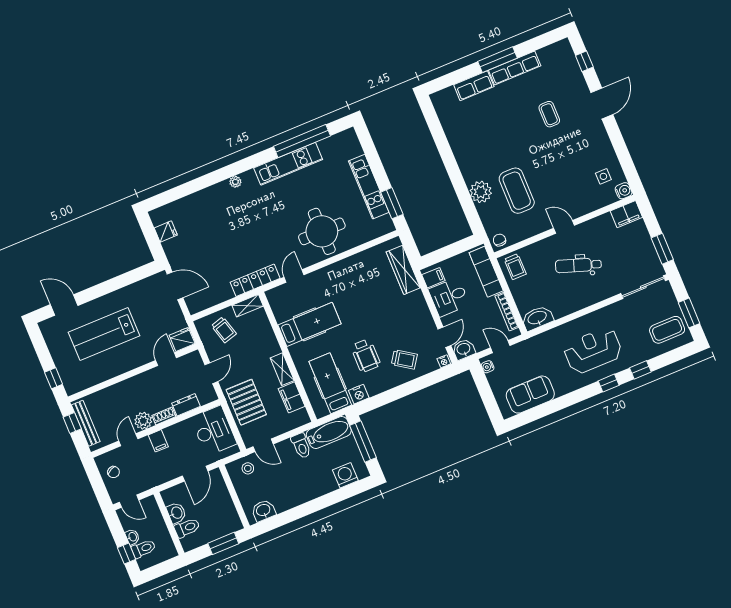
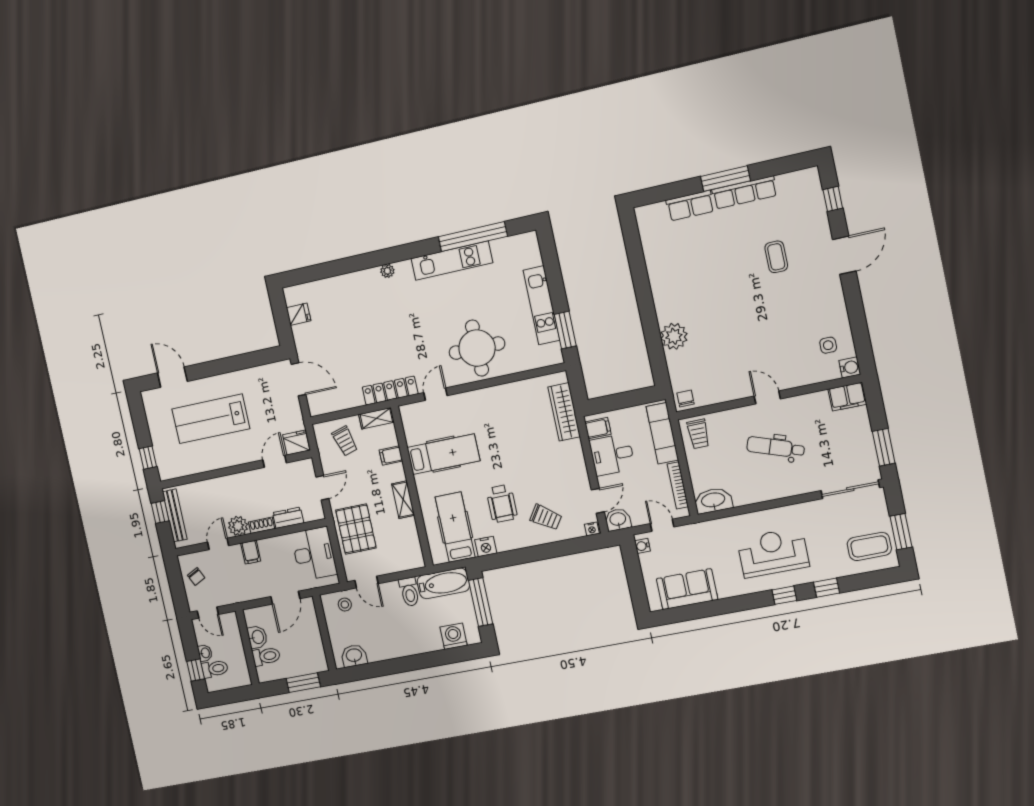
coffee table: (517, 191) -> (718, 343), removed
filing cabinet: (292, 397) -> (391, 455), moved, width x0.50

